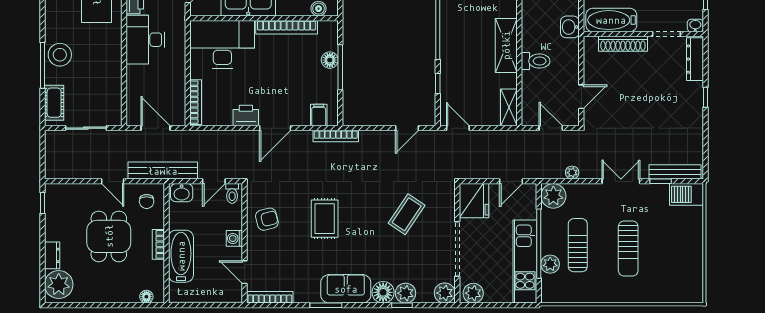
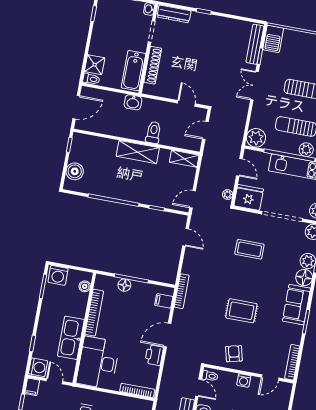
door: (275, 128) -> (167, 335), swing flipped
plant: (572, 173) -> (228, 194), moved
coffee table: (407, 214) -> (249, 249), turned -34

